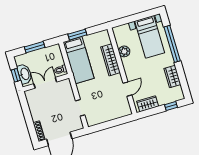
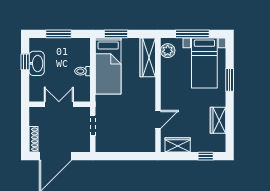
window: (134, 18) -> (192, 34), added
window: (172, 44) -> (230, 80), width x0.47
plant: (124, 51) -> (168, 51), moved
wardrobe: (111, 60) -> (148, 57), moved
double door: (45, 83) -> (59, 104), moved
wall: (46, 83) -> (60, 104), moved

